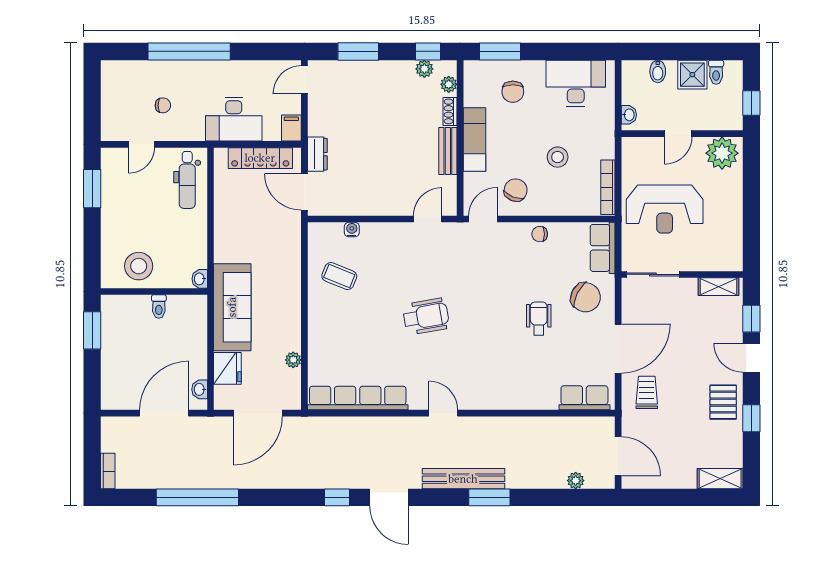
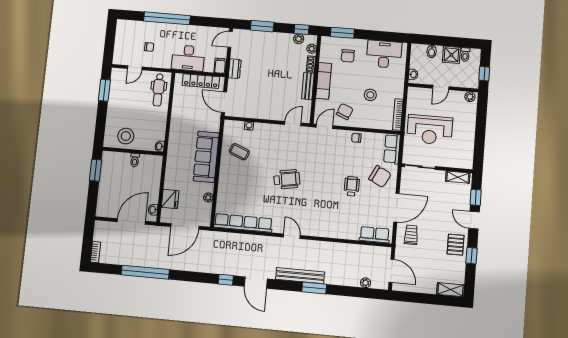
plant: (722, 153) -> (470, 97), width x0.53, depth x0.53
dresser: (317, 154) -> (235, 69), moved
sofa: (232, 307) -> (206, 157), moved, turned 180

